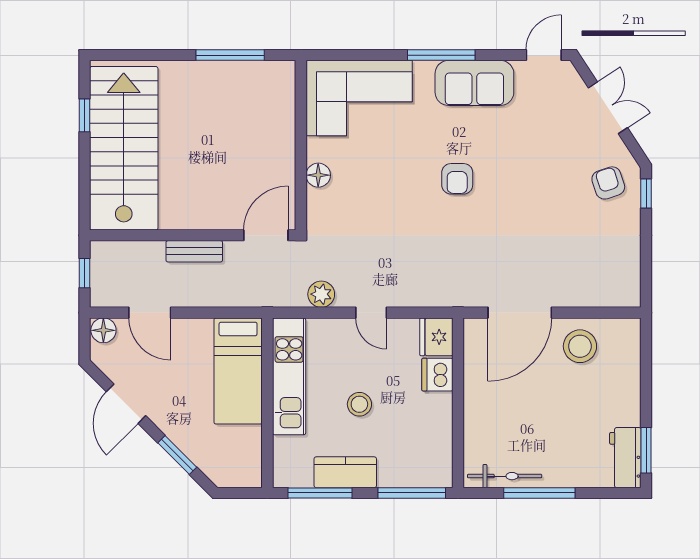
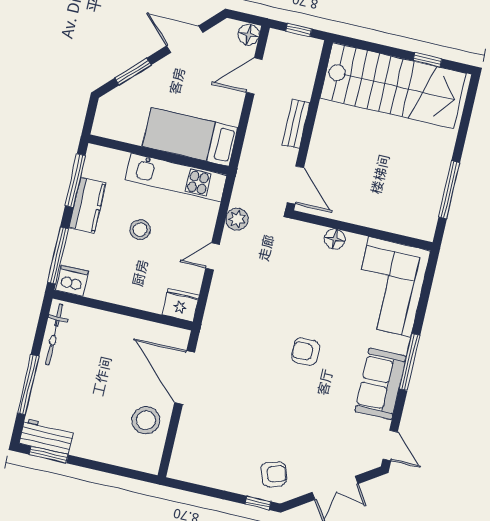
dishwasher: (437, 375) -> (72, 281), moved
window: (539, 493) -> (28, 385), moved

